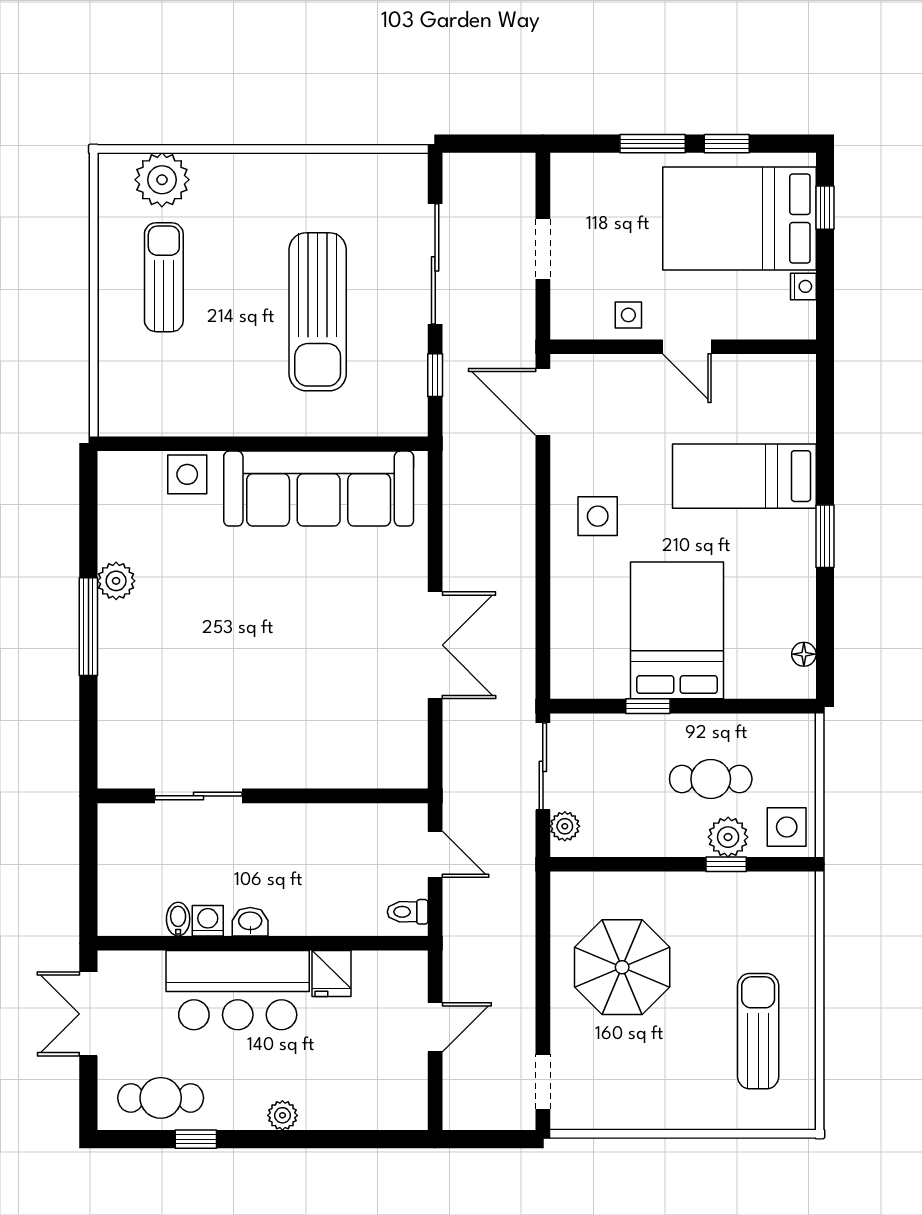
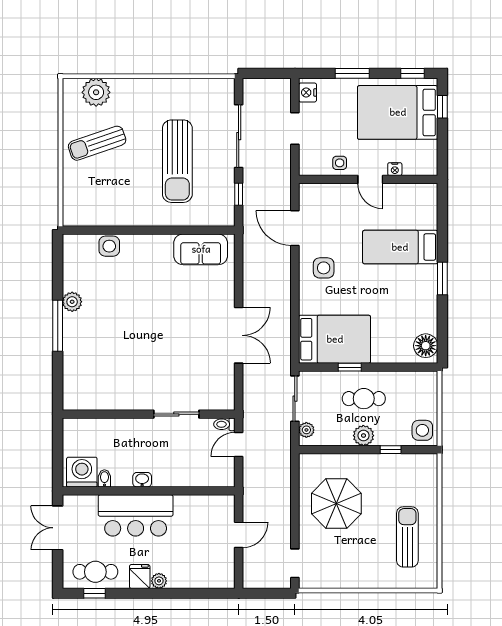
window: (727, 144) -> (412, 73), moved
nightstand: (567, 180) -> (308, 92), added
sun lounger: (164, 277) -> (97, 143), turned -109
nightstand: (803, 286) -> (395, 169), moved, turned 90
door: (543, 402) -> (295, 228), moved
sofa: (319, 489) -> (201, 249), width x0.54, depth x0.79
bed: (677, 630) -> (335, 339), moved, turned 90
floor lamp: (804, 654) -> (426, 346), width x1.89, depth x1.89
cafe table: (711, 779) -> (364, 399), moved
sliding door: (198, 796) -> (176, 414), moved
plant: (728, 837) -> (363, 436), moved
door: (435, 854) -> (239, 444), swing flipped
toilet: (408, 912) -> (224, 424), moved
washing machine: (208, 921) -> (82, 472), moved, width x1.89, depth x1.89
fridge: (331, 974) -> (140, 577), moved, turned 180
window: (196, 1139) -> (94, 593), moved

